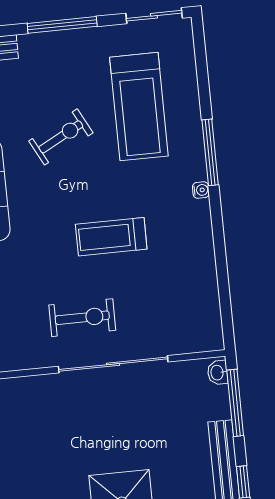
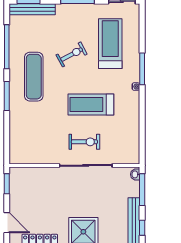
treadmill: (139, 107) -> (110, 44), turned 180
treadmill: (111, 237) -> (91, 105), width x1.37, depth x1.38
exercise bike: (82, 318) -> (84, 142), moved

